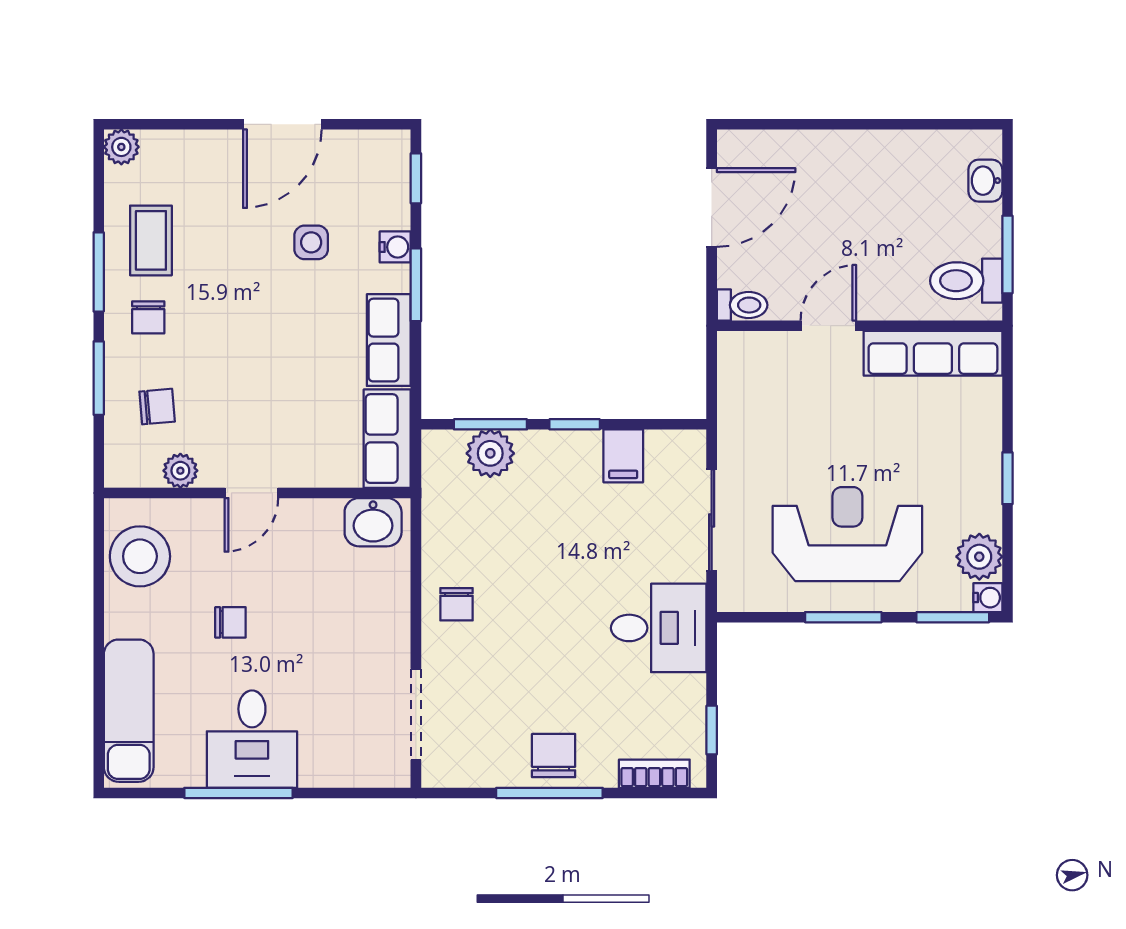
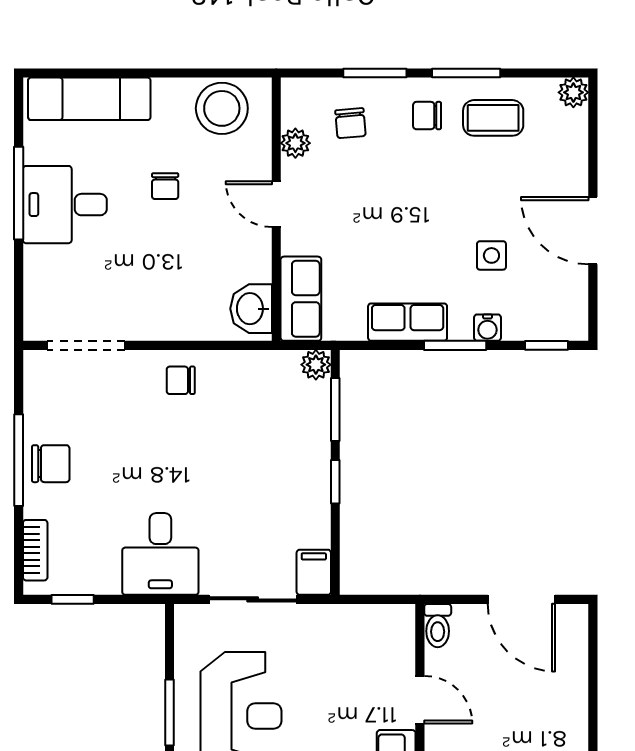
row of seats: (387, 439) -> (301, 299), moved, turned 90
plant: (490, 453) -> (316, 365), moved, width x0.73, depth x0.73
filing cabinet: (623, 456) -> (314, 572), moved, turned 90

